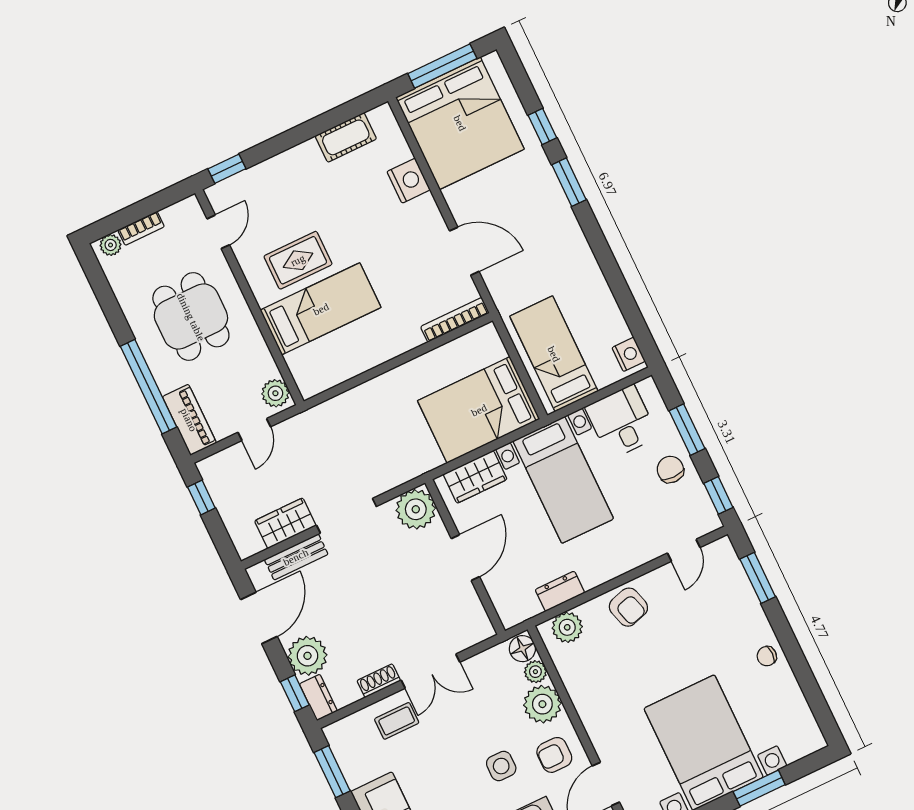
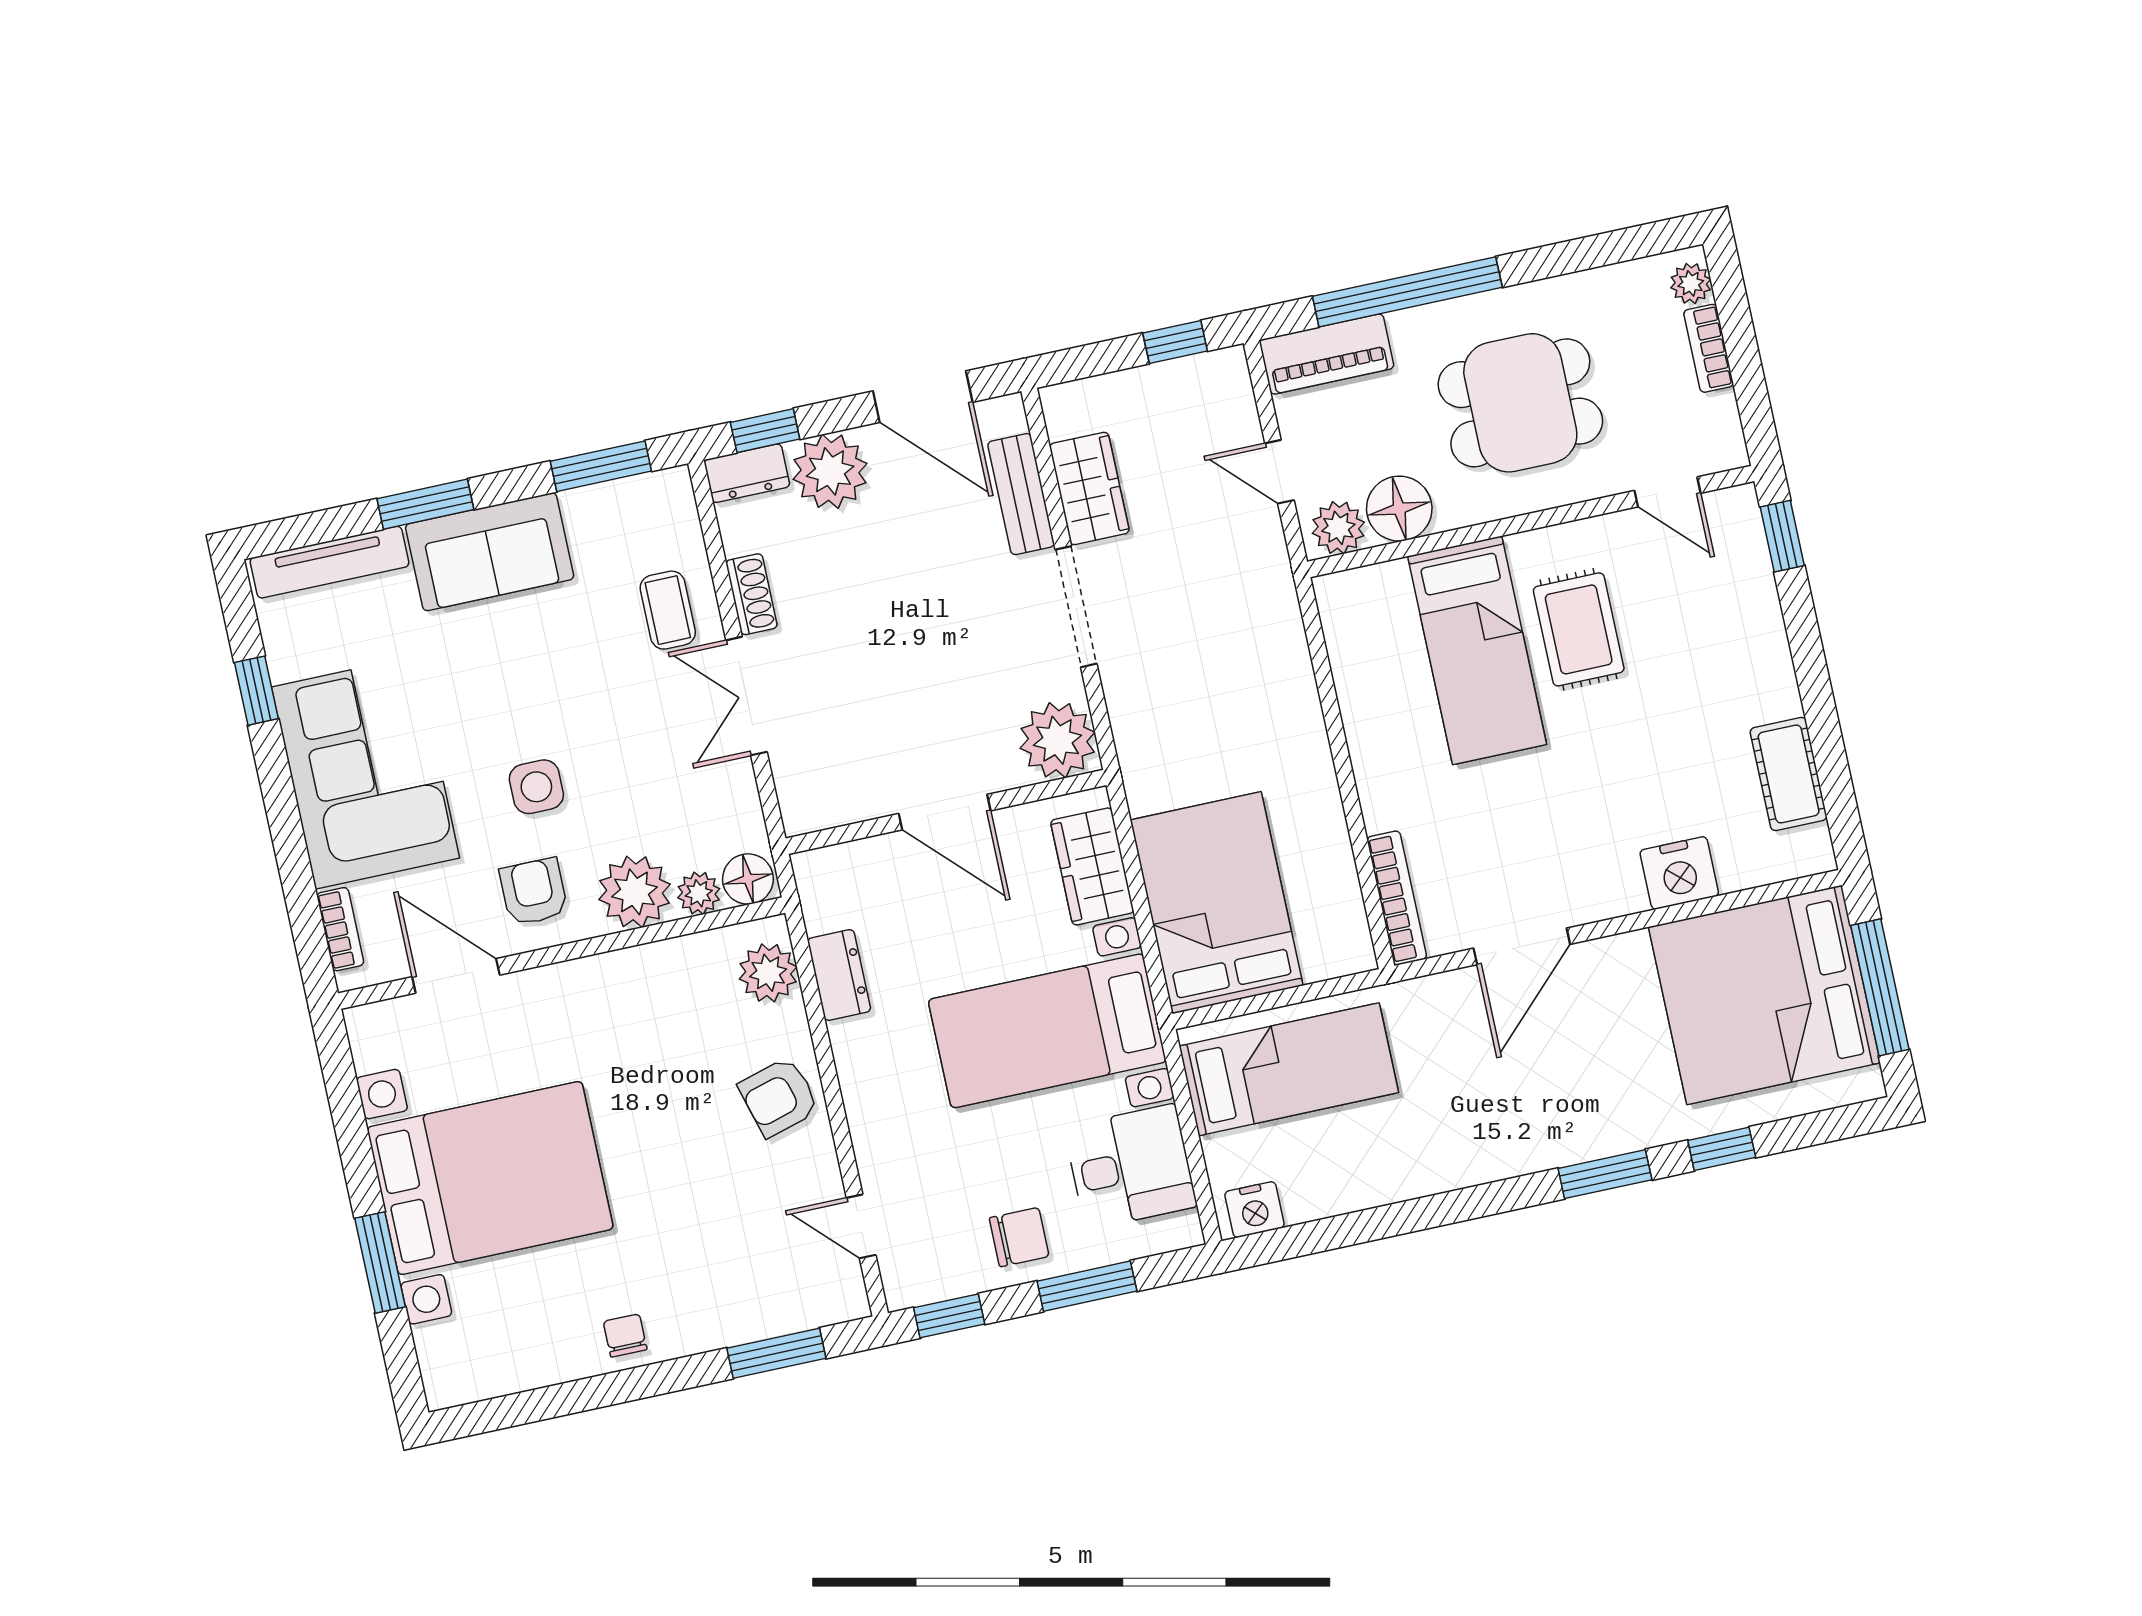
floor lamp: (259, 365) -> (1399, 509), added

